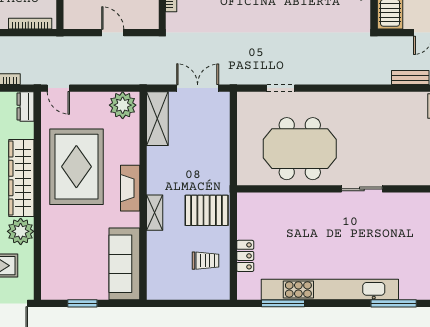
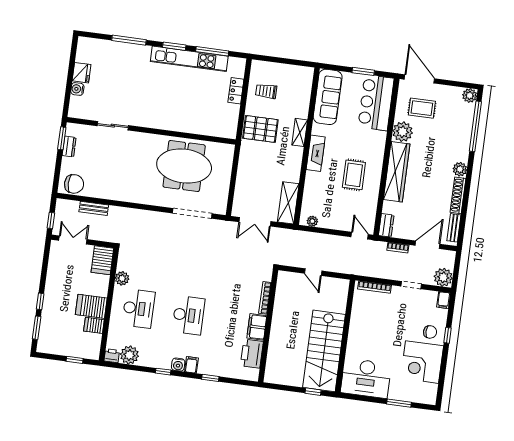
doorway: (281, 88) -> (192, 213), width x1.88
plant: (123, 105) -> (312, 221), width x0.53, depth x0.53
rug: (76, 167) -> (354, 175), width x0.54, depth x0.49
sliding door: (362, 189) -> (113, 126), moved
bar counter: (60, 265) -> (376, 103), added
kitchen unit: (330, 289) -> (189, 59), width x0.73
window: (333, 303) -> (174, 46), added

